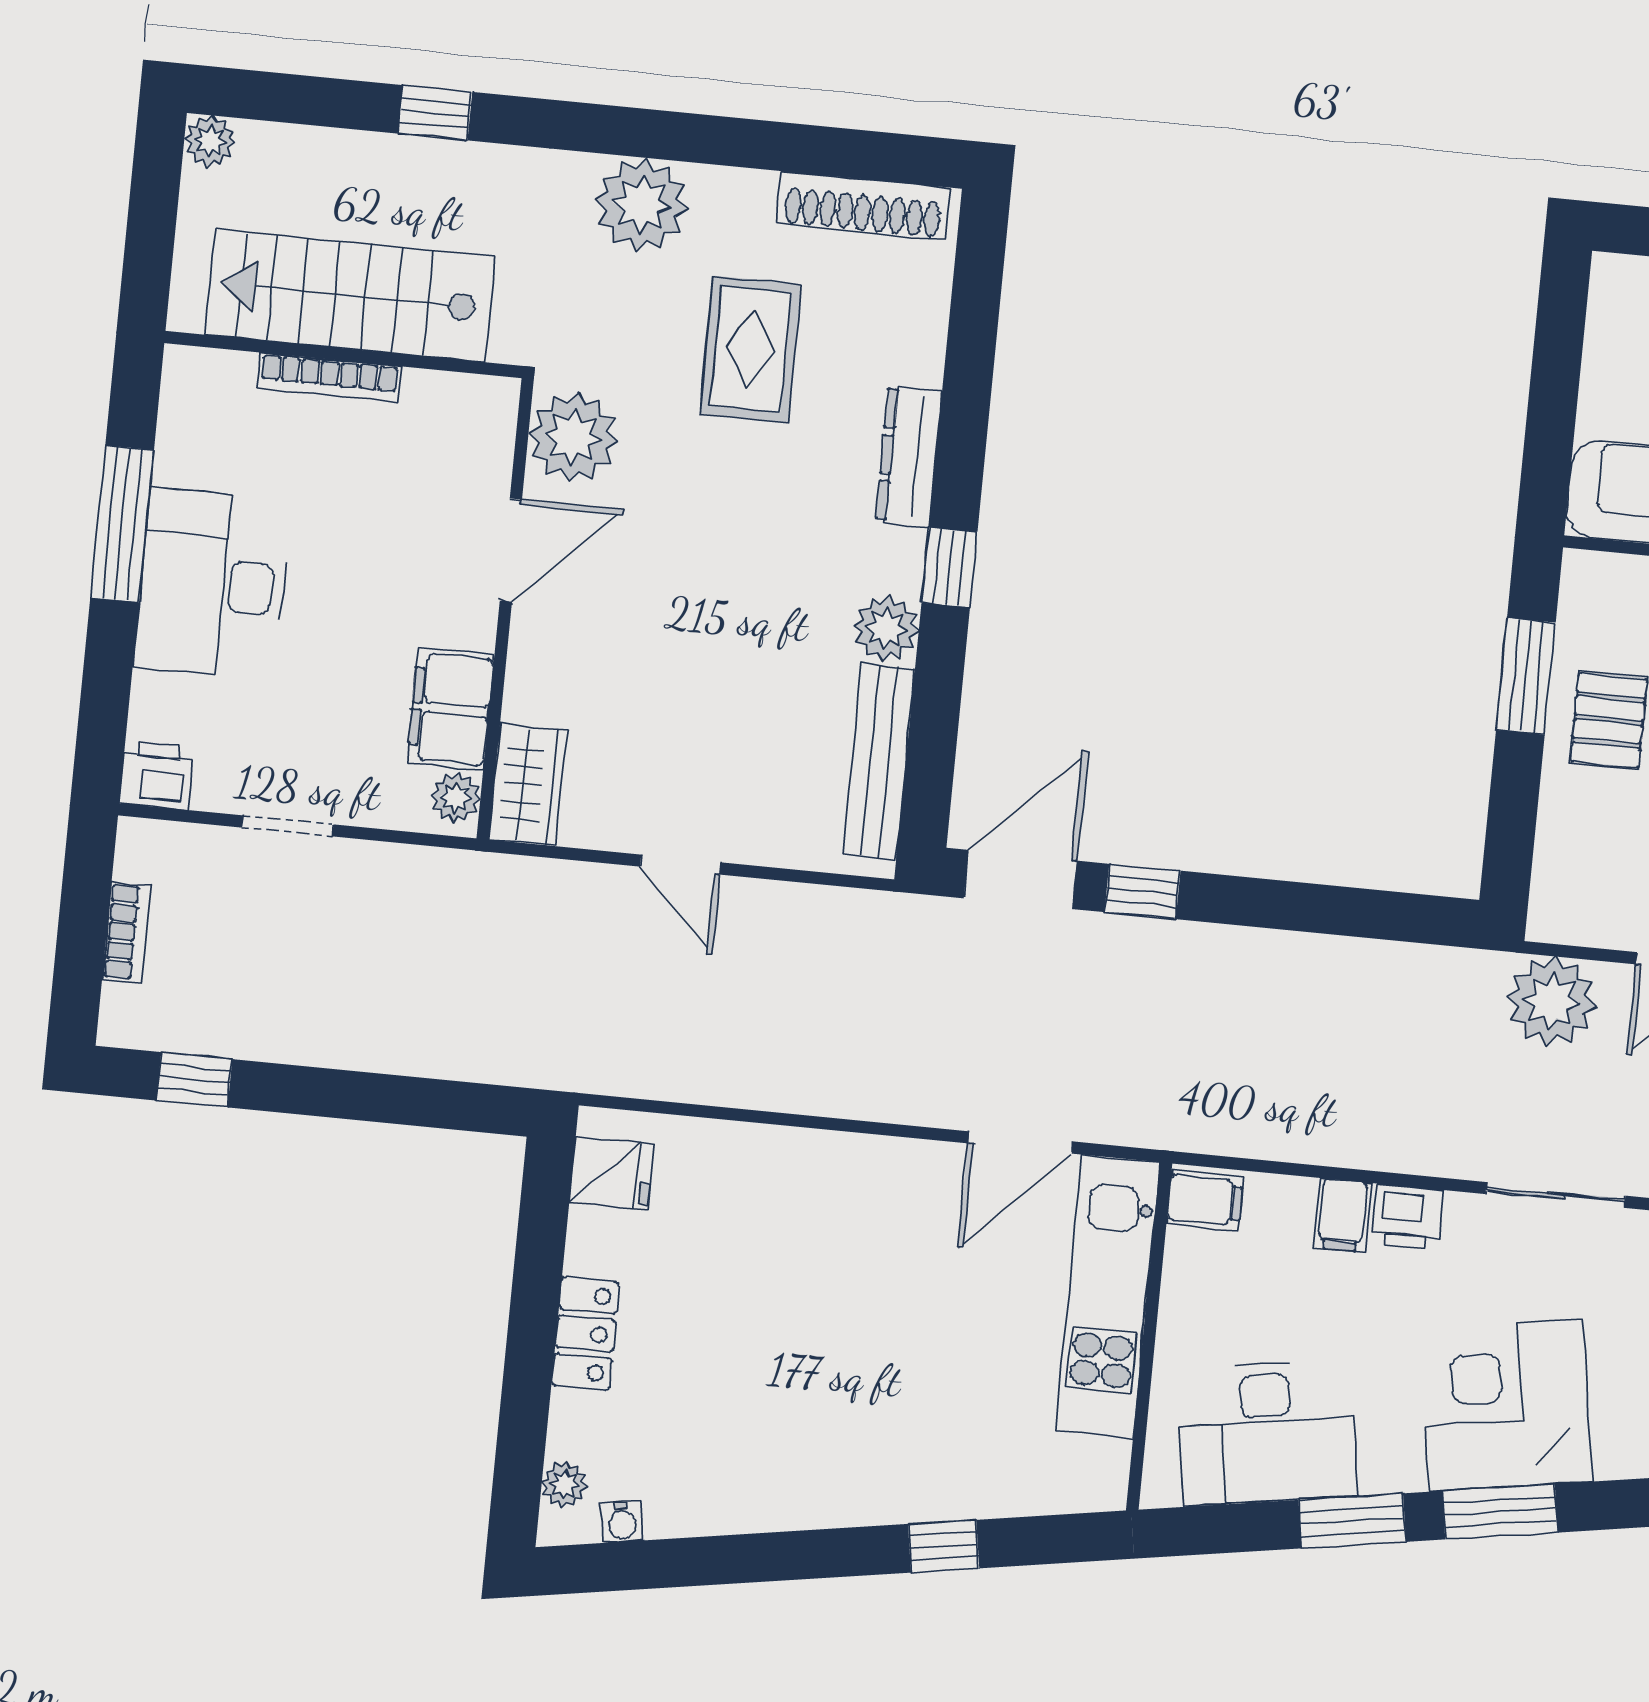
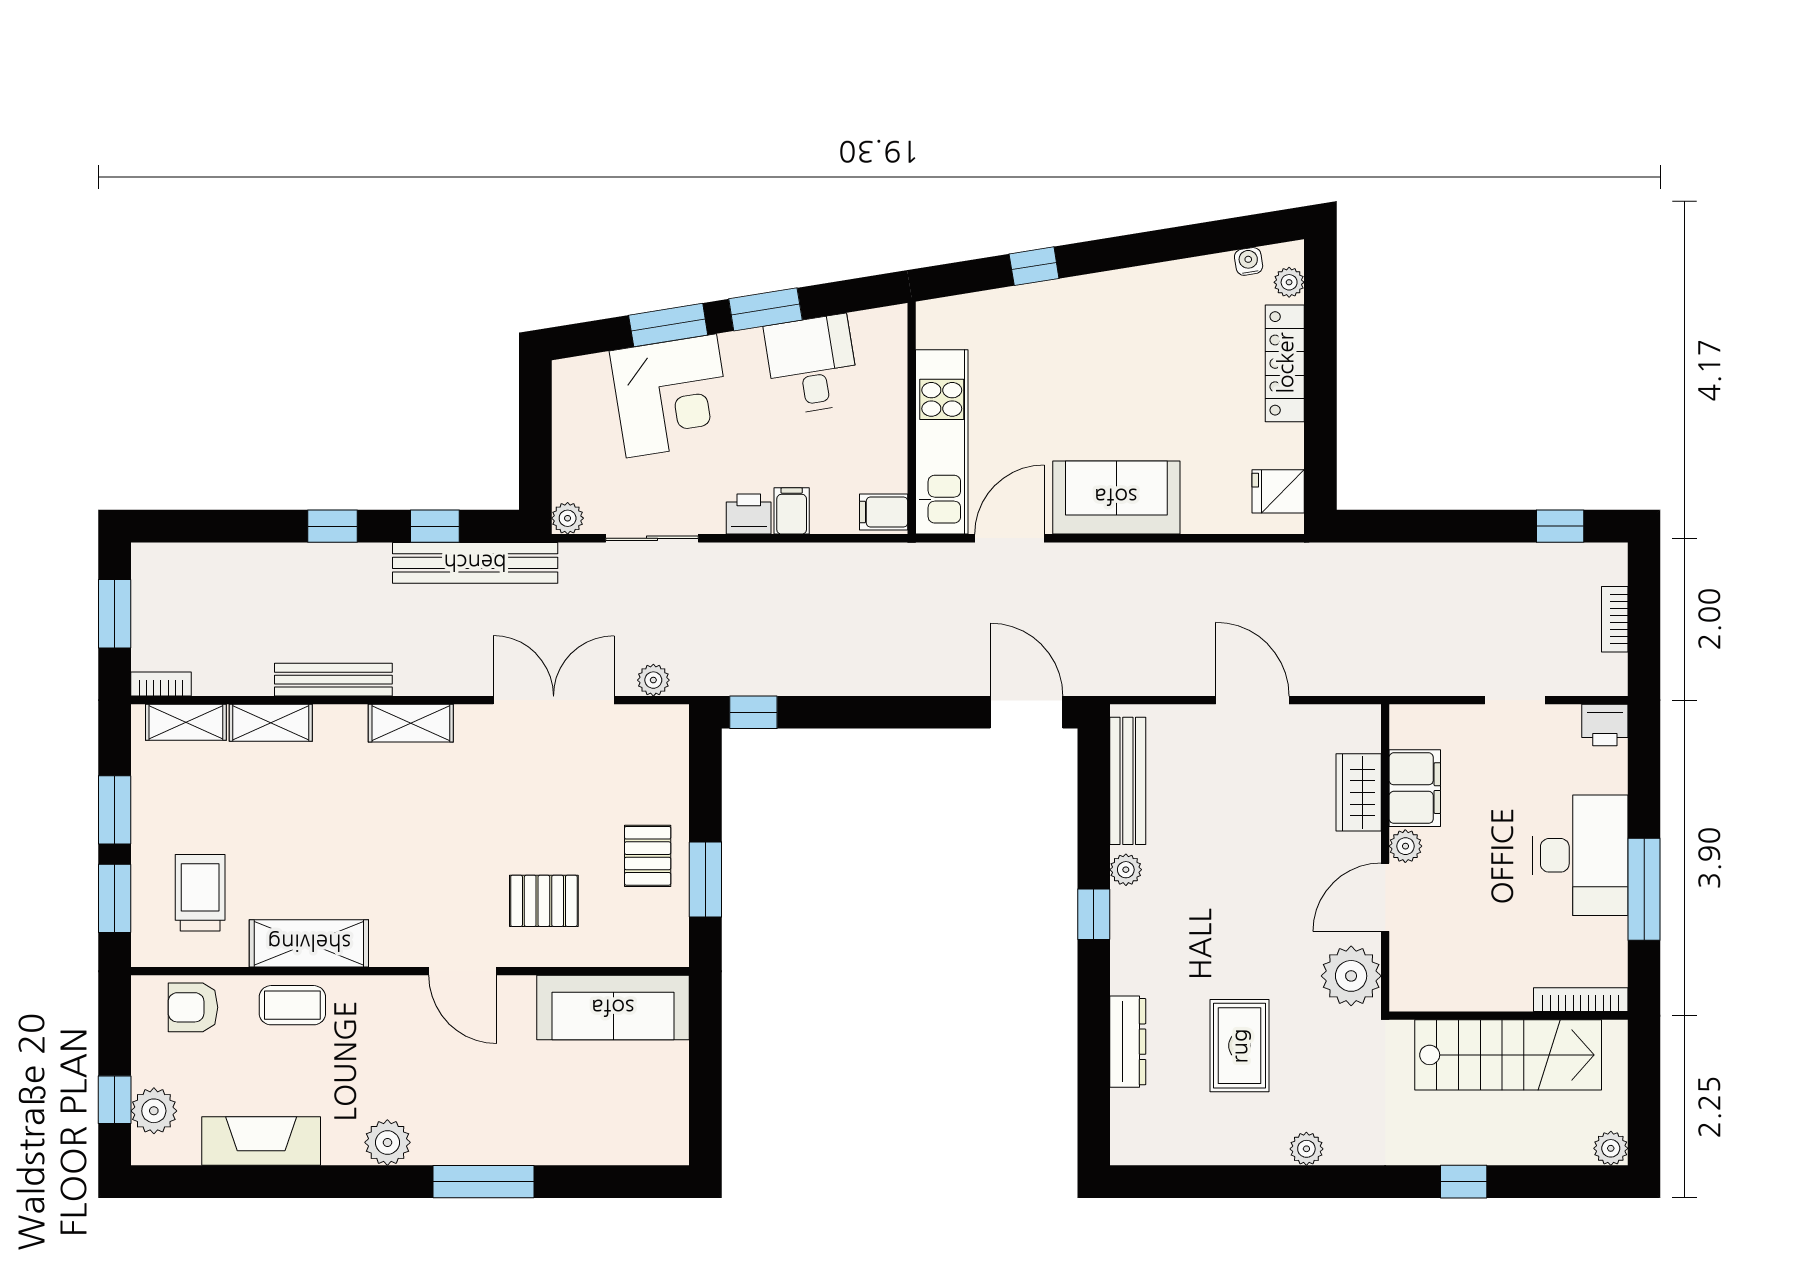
plant: (642, 205) -> (1306, 1149), width x0.53, depth x0.53
shoe rack: (863, 206) -> (1174, 1148), removed
bookcase: (329, 377) -> (1581, 1000), moved
dresser: (909, 456) -> (1128, 1042), moved
plant: (886, 628) -> (1126, 870), width x0.73, depth x0.73
wardrobe: (528, 785) -> (1359, 792), moved
plant: (456, 797) -> (1405, 846), moved
door: (681, 865) -> (1252, 700), width x1.38
door: (1020, 879) -> (1027, 712), swing flipped
window: (1142, 891) -> (753, 712), moved
plant: (1551, 1001) -> (653, 680), width x0.53, depth x0.53
sofa: (854, 1188) -> (1116, 497), added
locker: (586, 1334) -> (1285, 363), width x1.53
desk: (1267, 1433) -> (812, 365), width x0.73

